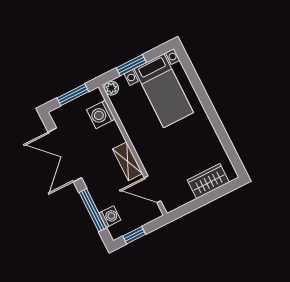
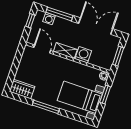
washing machine: (101, 114) -> (83, 55), moved
window: (214, 118) -> (46, 107), added
wardrobe: (208, 181) -> (22, 89), moved, turned -90
door: (152, 189) -> (42, 49), hinge flipped

